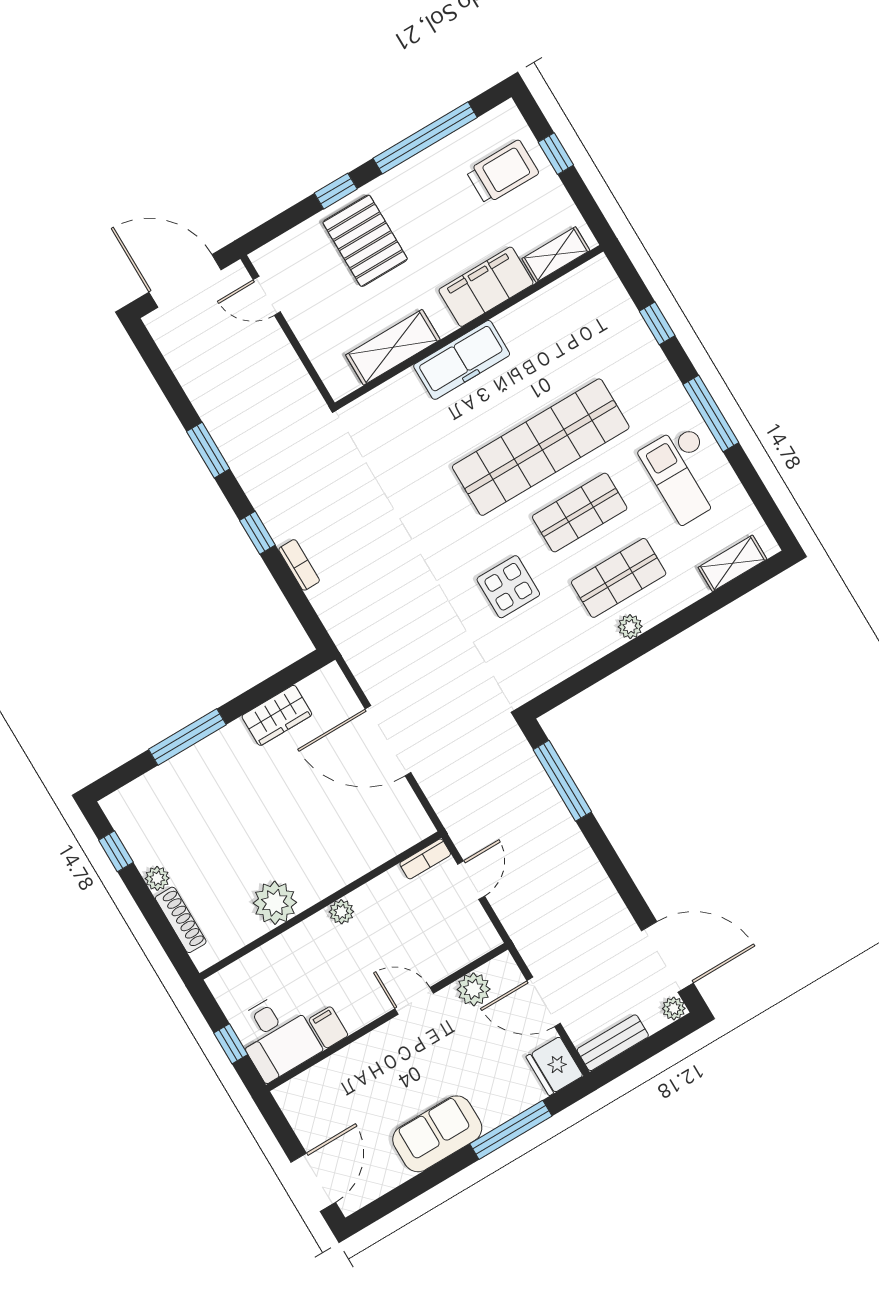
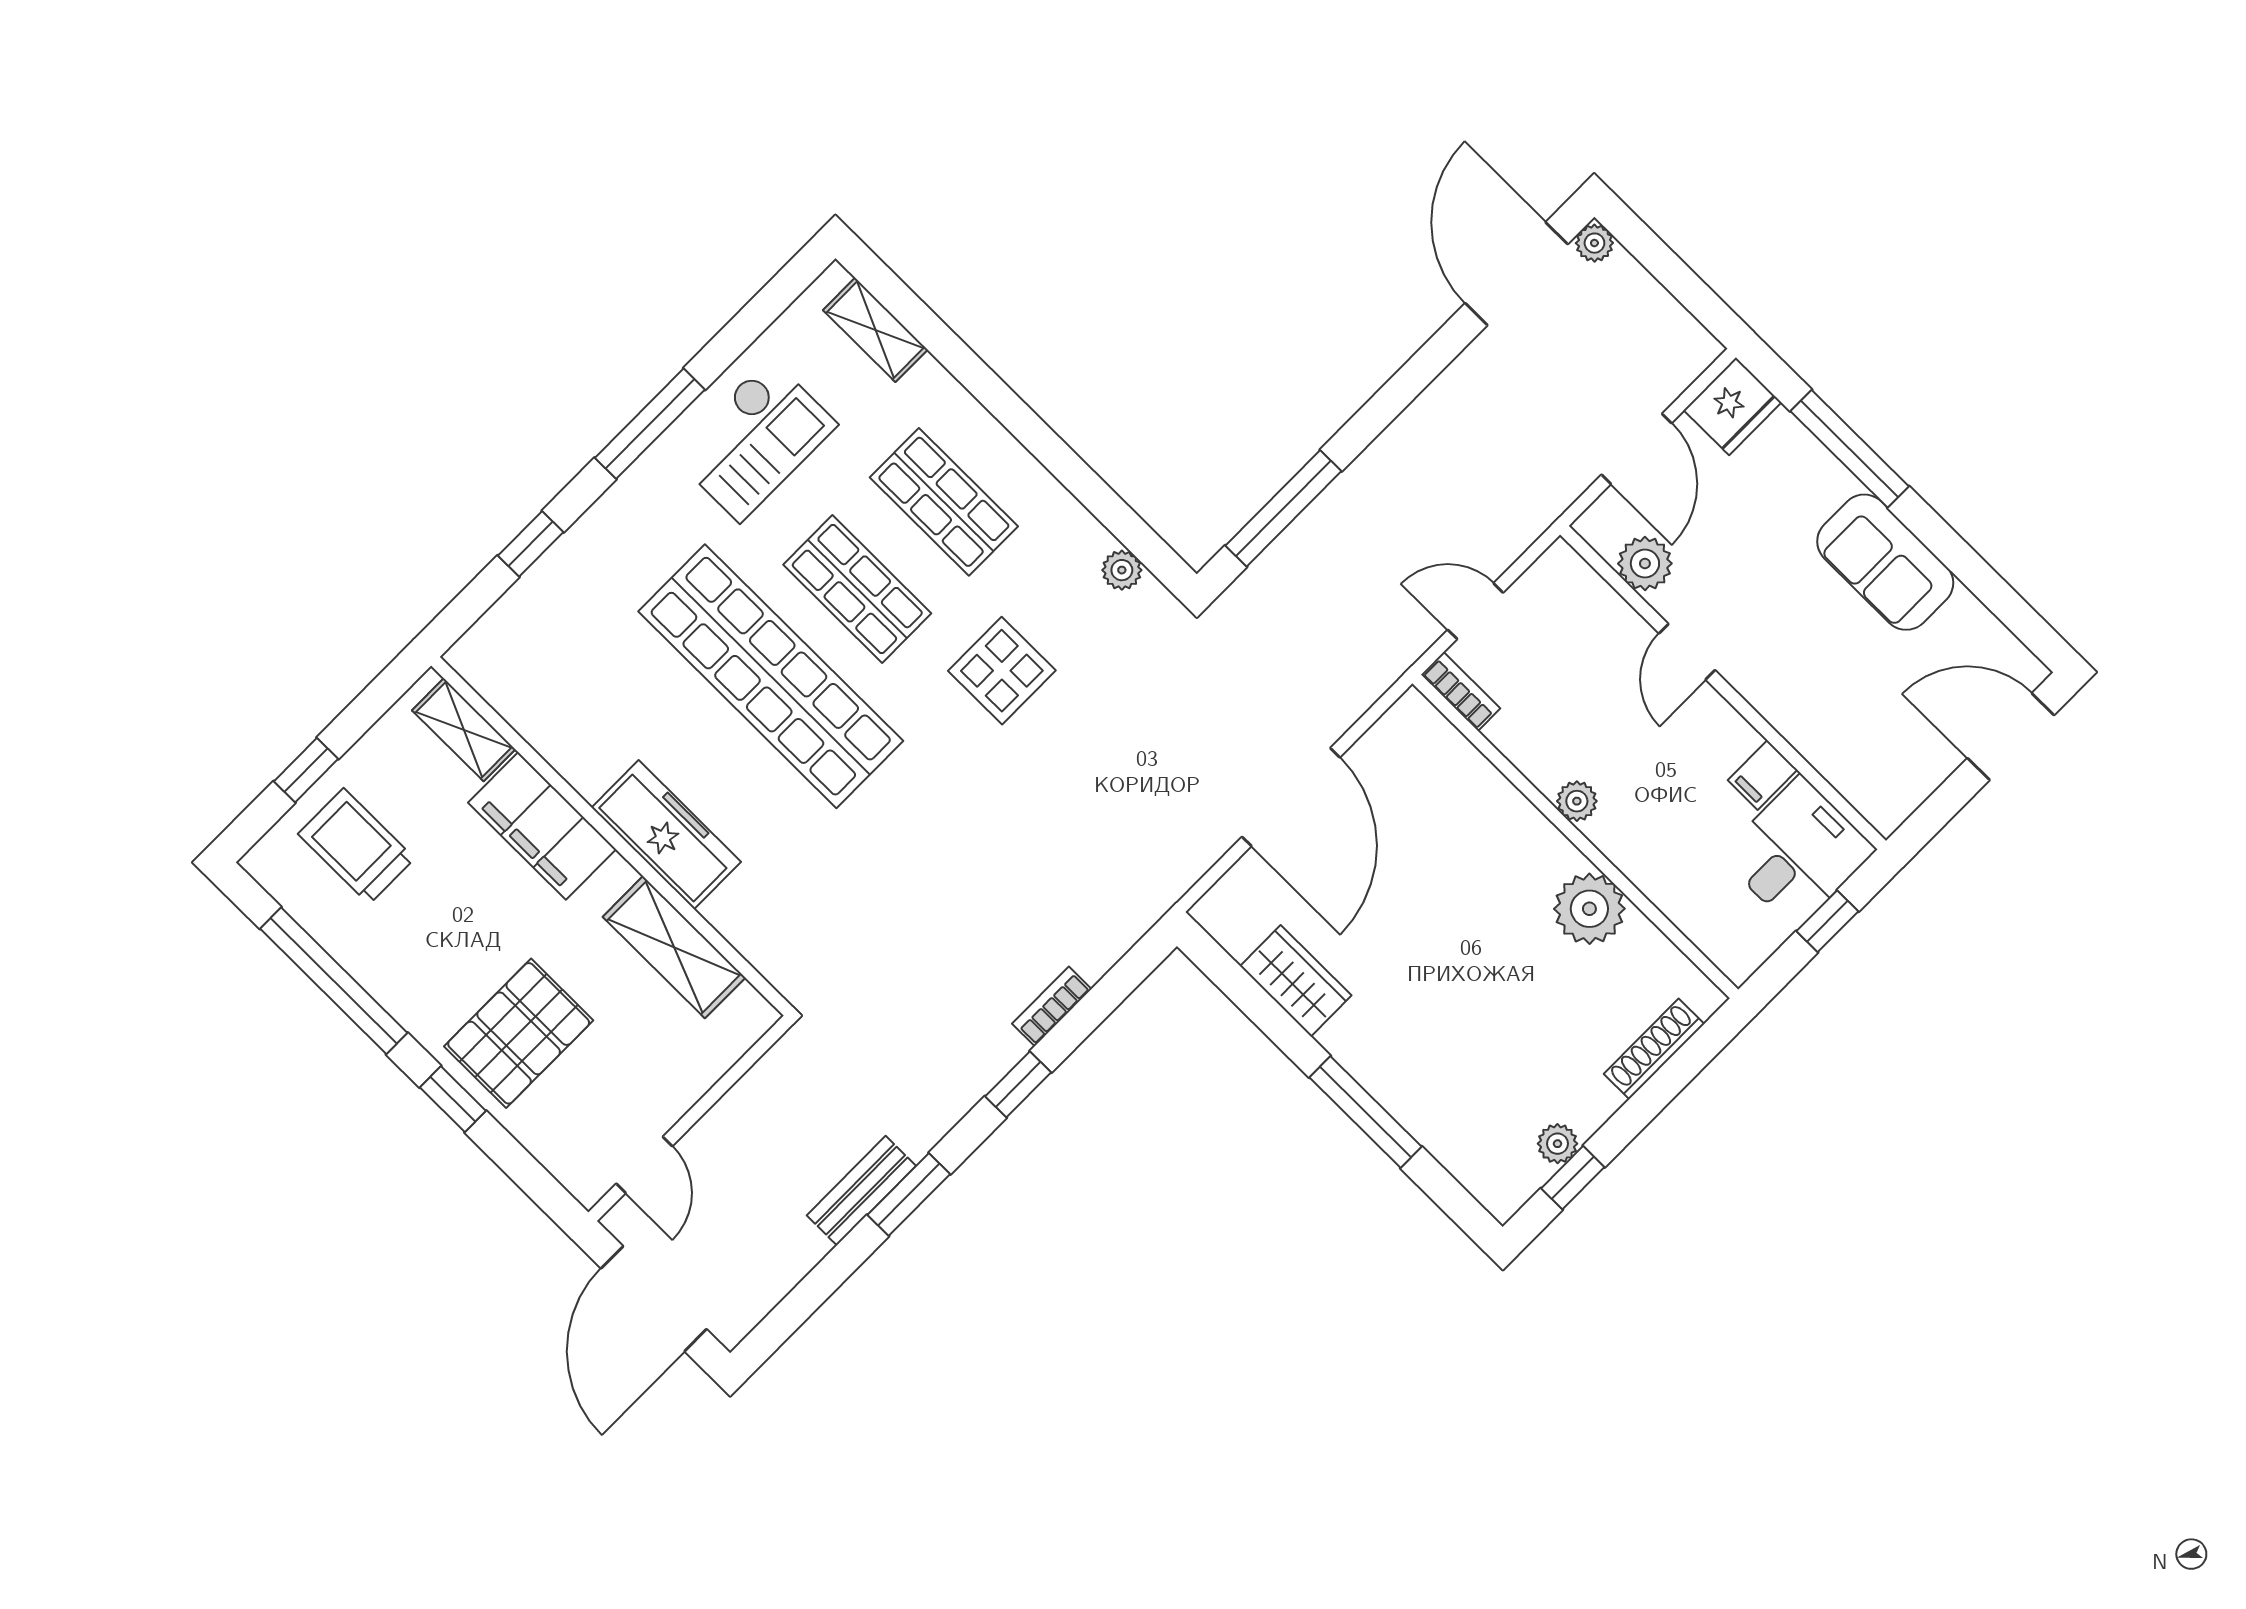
plant: (630, 627) -> (1122, 570), moved
plant: (157, 878) -> (1557, 1144), moved
bench: (613, 1043) -> (861, 1191), moved, turned 90

